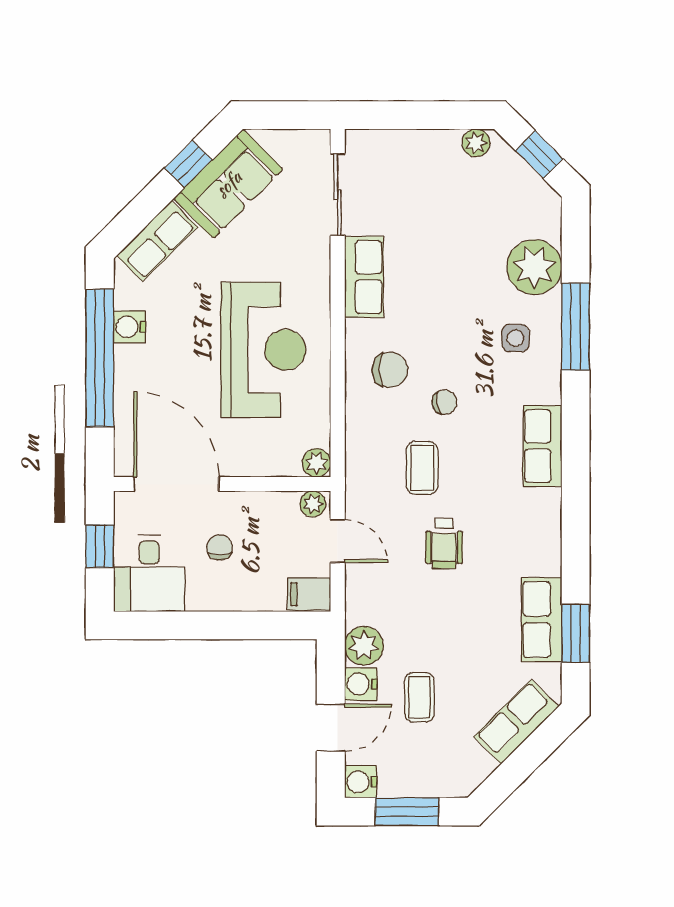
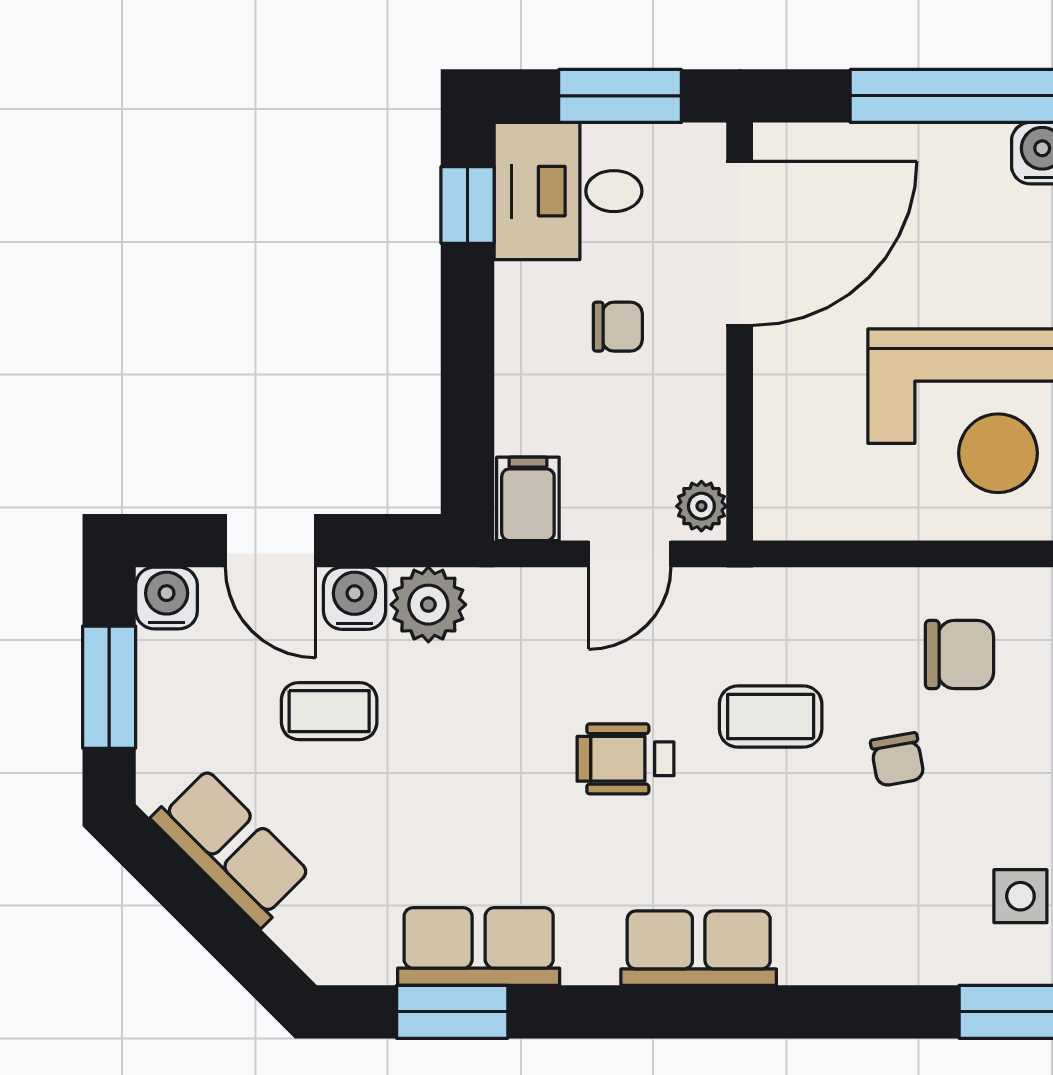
chair: (390, 370) -> (960, 654), turned -90
row of seats: (542, 446) -> (699, 948), moved
plant: (316, 463) -> (780, 513), removed
window: (100, 546) -> (620, 96), width x1.50
window: (156, 625) -> (468, 205), added
row of seats: (516, 722) -> (232, 847), moved

